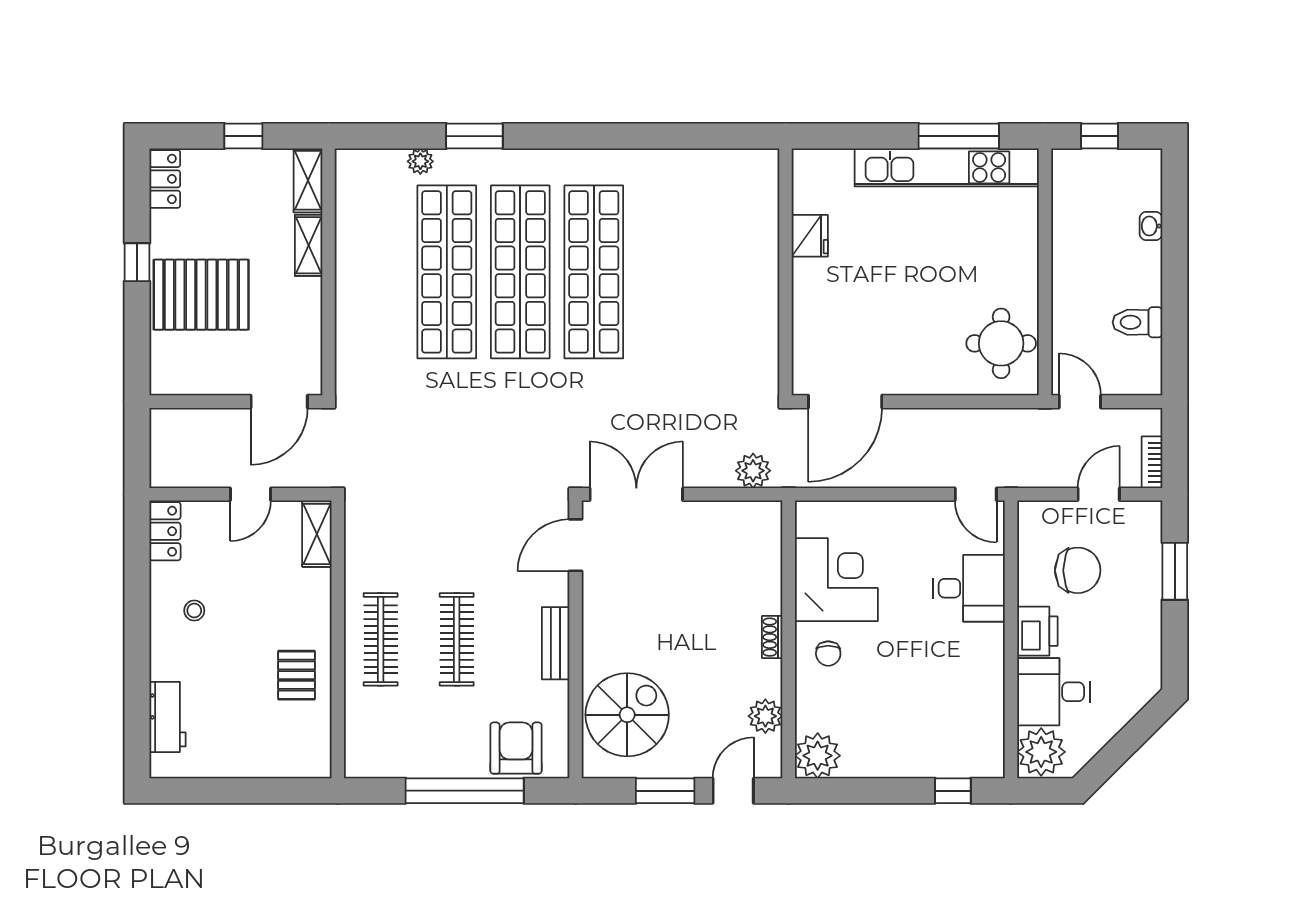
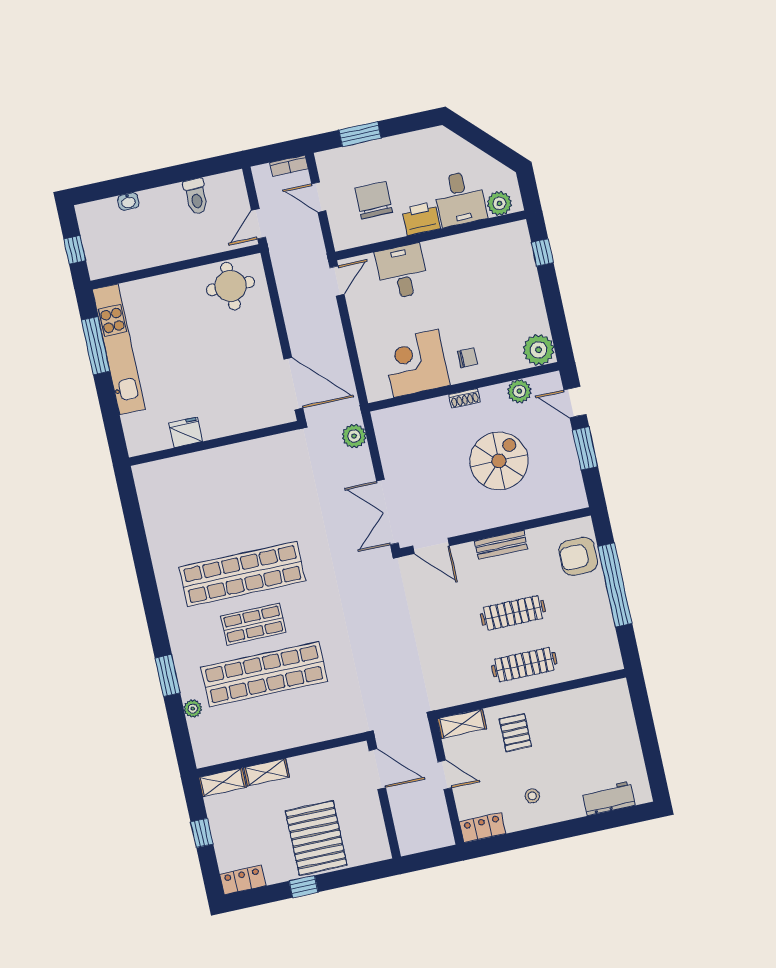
shop shelf: (520, 272) -> (253, 624), width x0.50, depth x0.74
pallet: (297, 675) -> (515, 733), moved, turned 90
spiral stairs: (627, 715) -> (499, 461), moved, turned 90
plant: (1041, 752) -> (499, 203), width x0.73, depth x0.73

